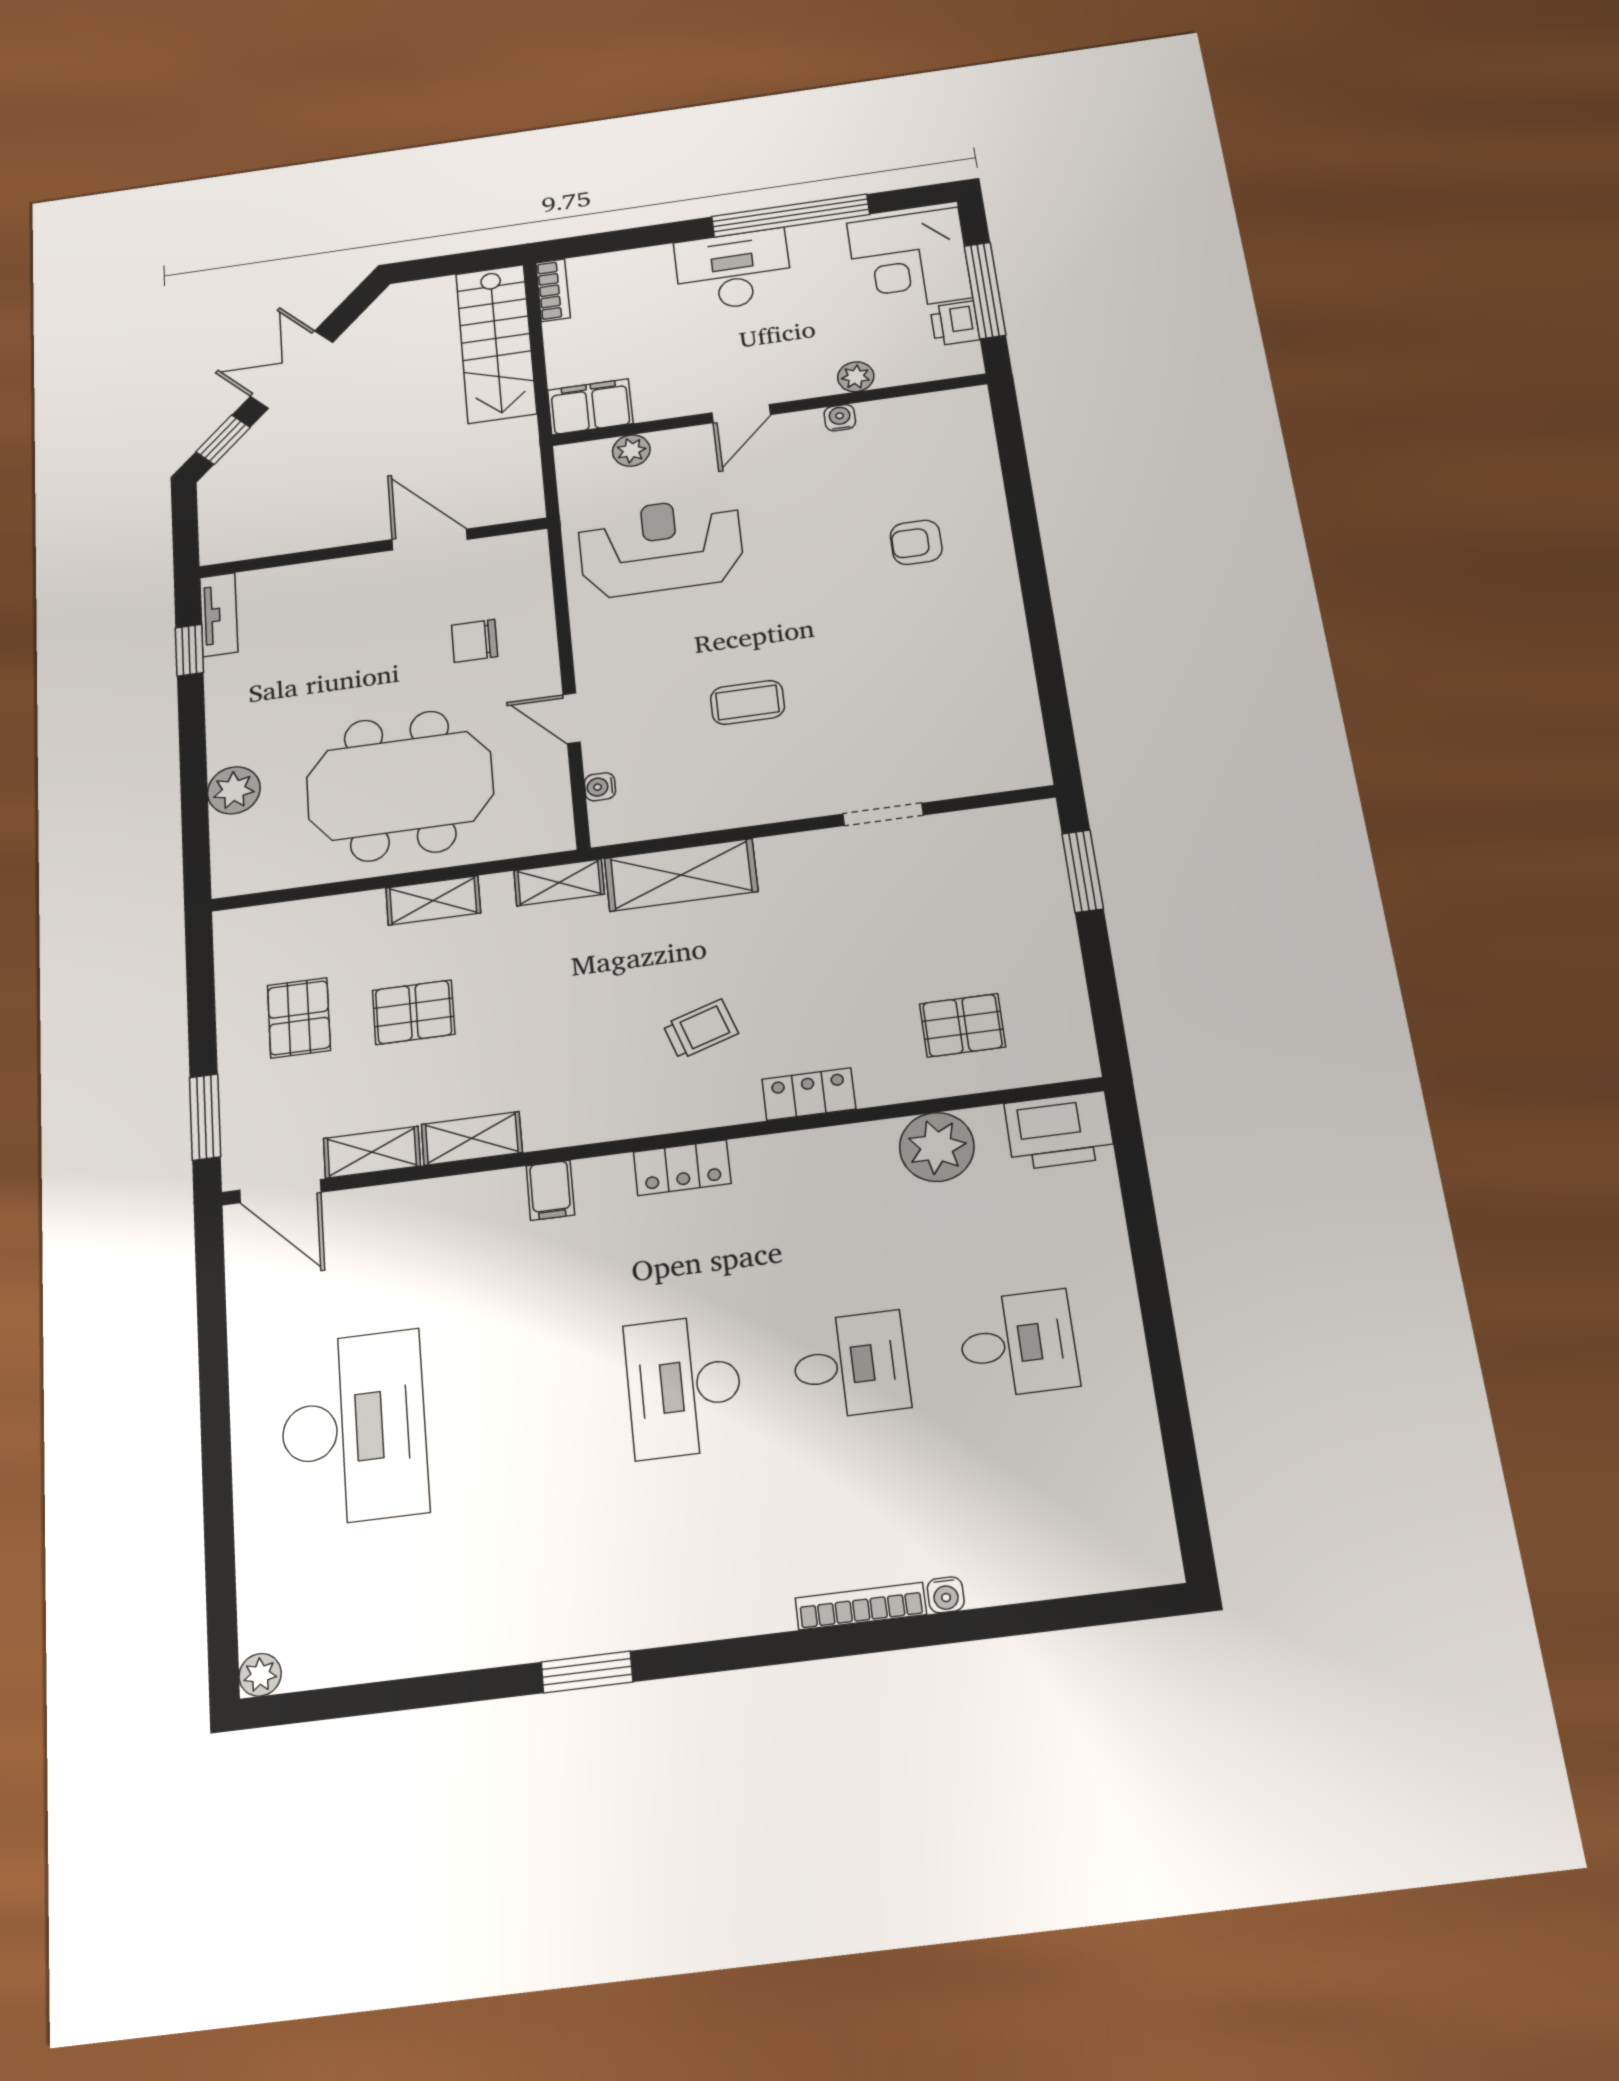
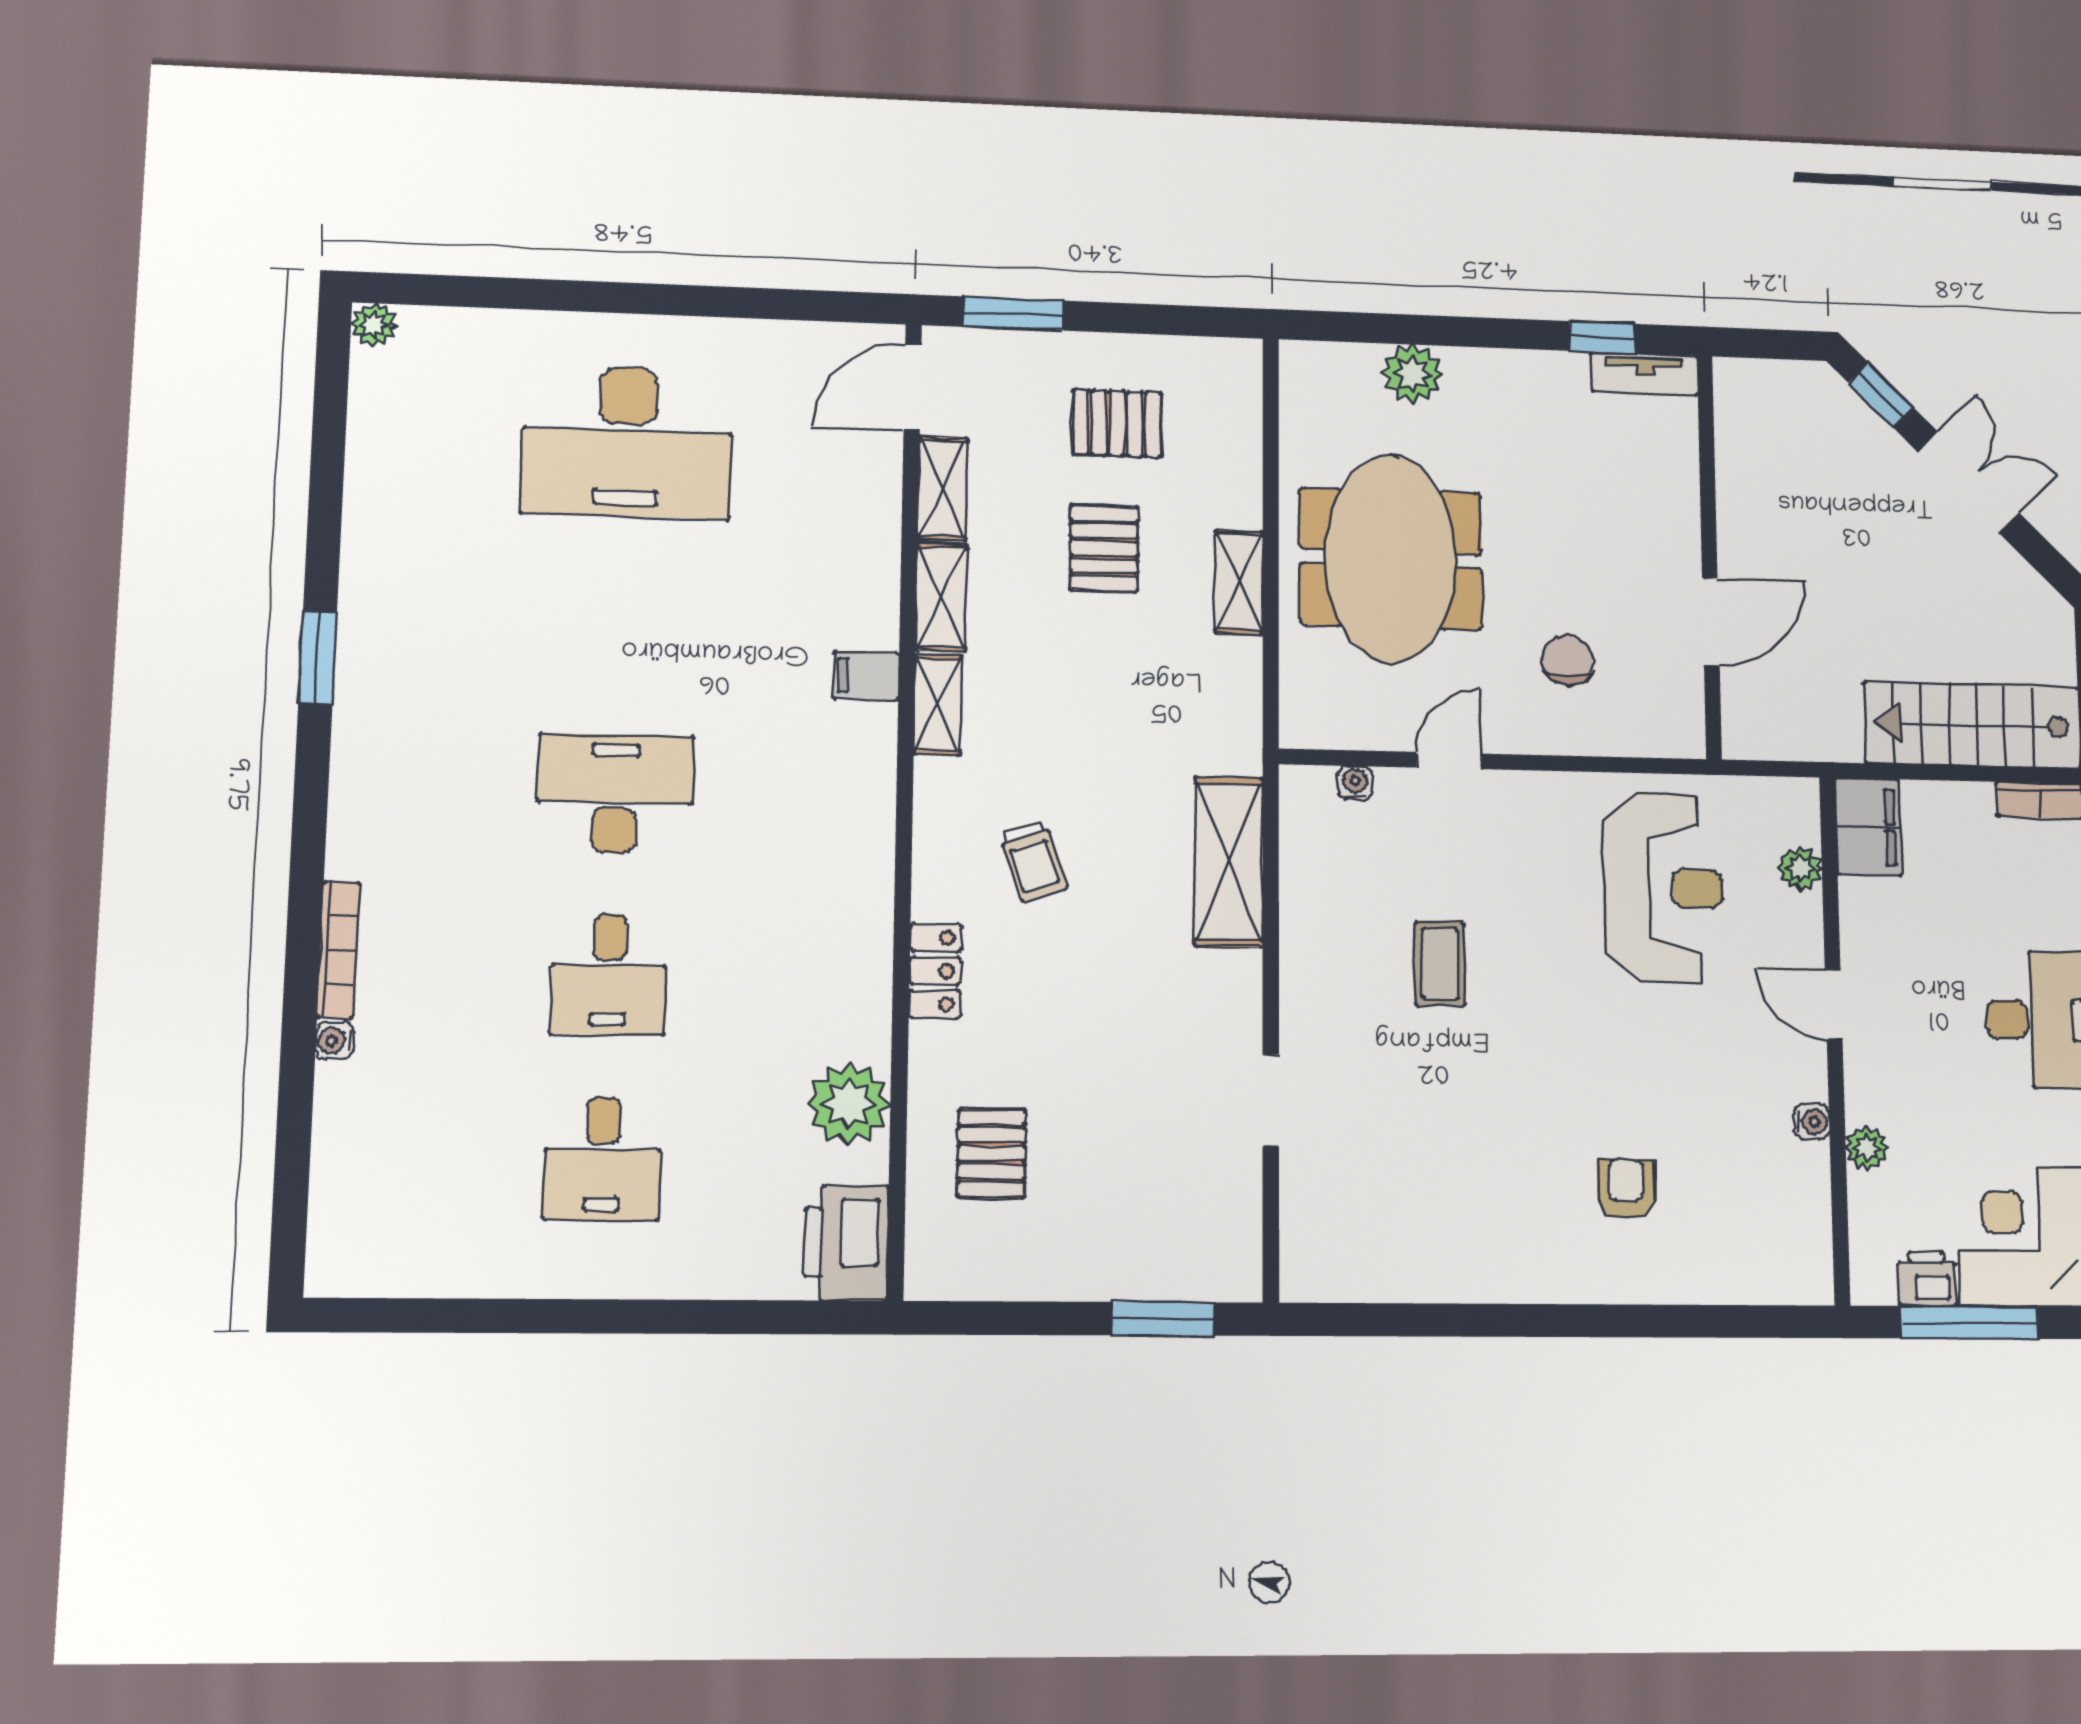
shelving: (559, 882) -> (938, 705), moved
locker: (682, 1168) -> (869, 821), removed

